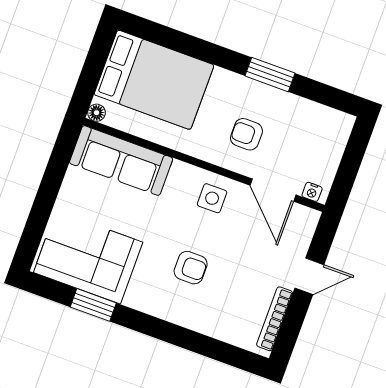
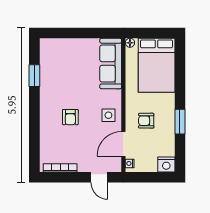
nightstand: (338, 127) -> (166, 164), added
armchair: (246, 134) -> (146, 121), turned -90
corner sofa: (88, 257) -> (57, 65), removed
door: (309, 276) -> (99, 177), moved

